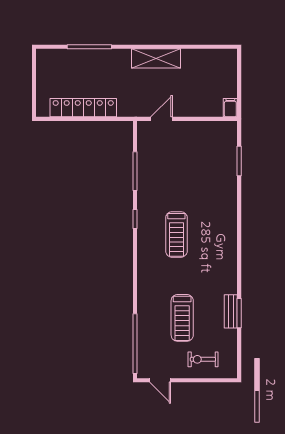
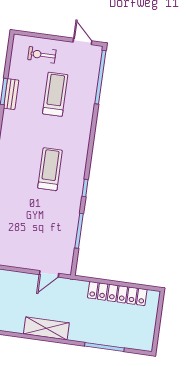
exercise bike: (203, 359) -> (42, 55), turned 180

